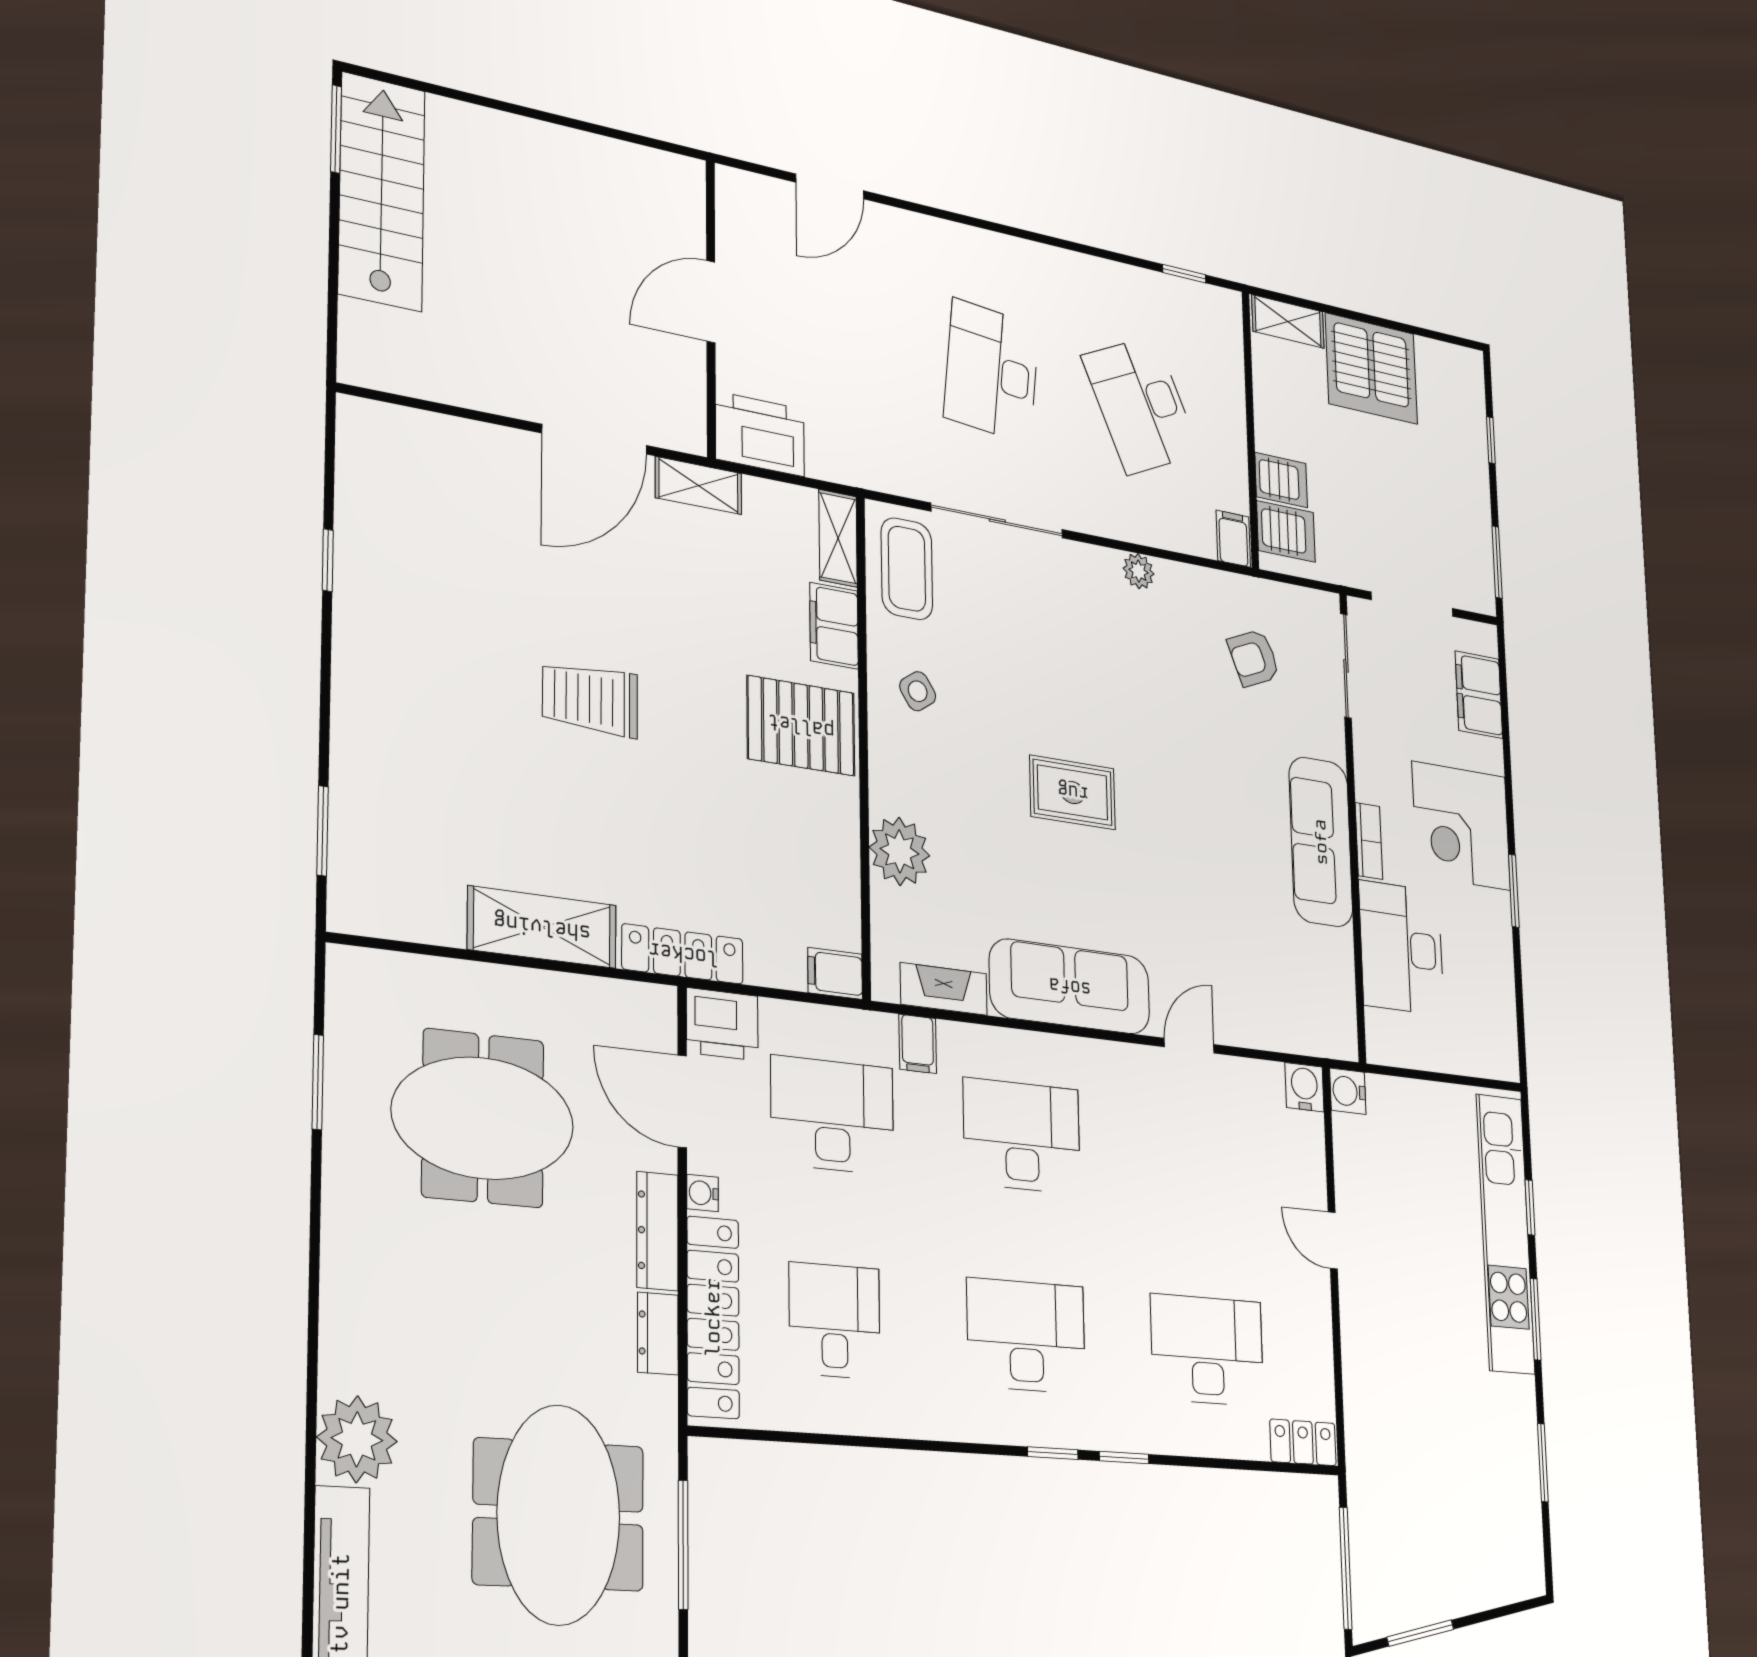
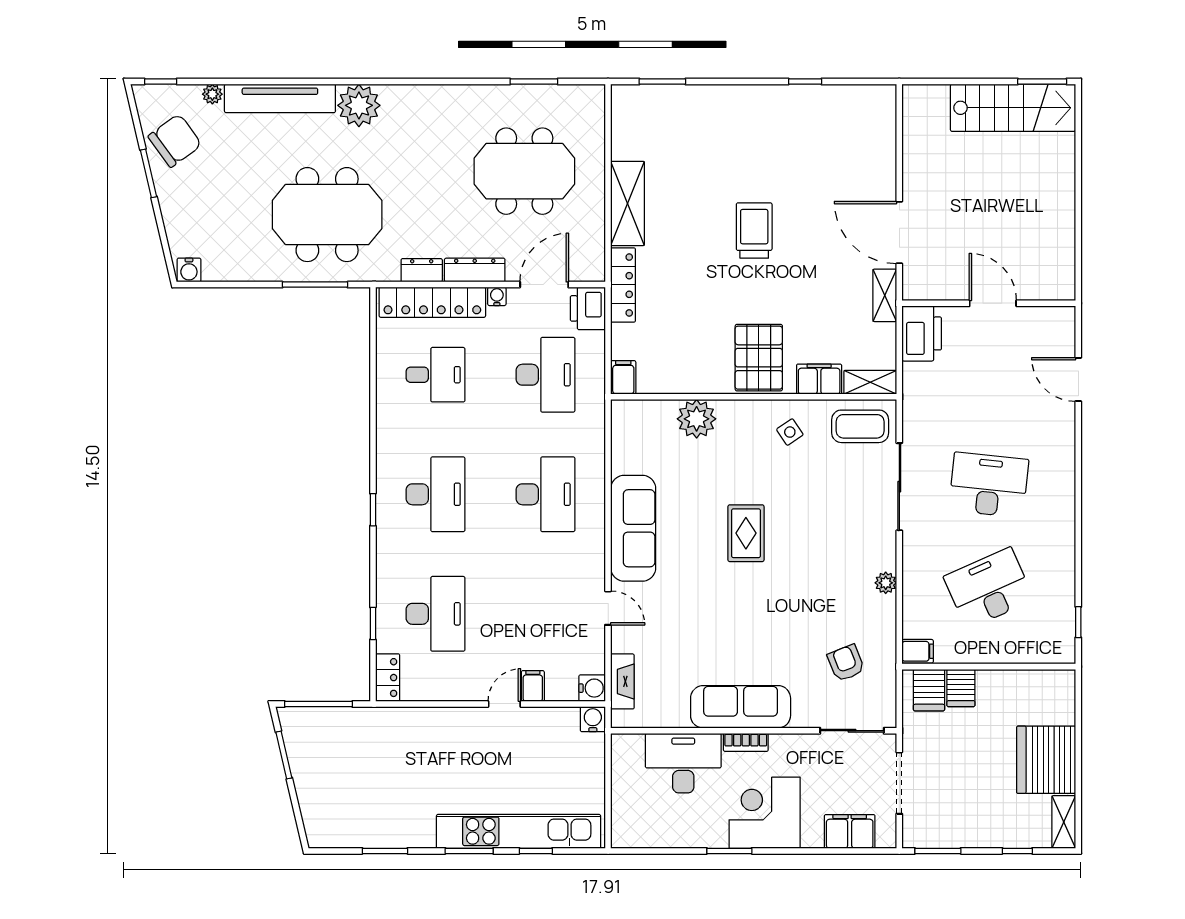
shelving: (1288, 321) -> (1064, 822), moved
fireplace: (944, 989) -> (622, 681), moved
filing cabinet: (918, 1044) -> (533, 686), moved, turned 90
meeting table: (483, 1118) -> (524, 171), turned 90
window: (1124, 1458) -> (373, 623), moved

